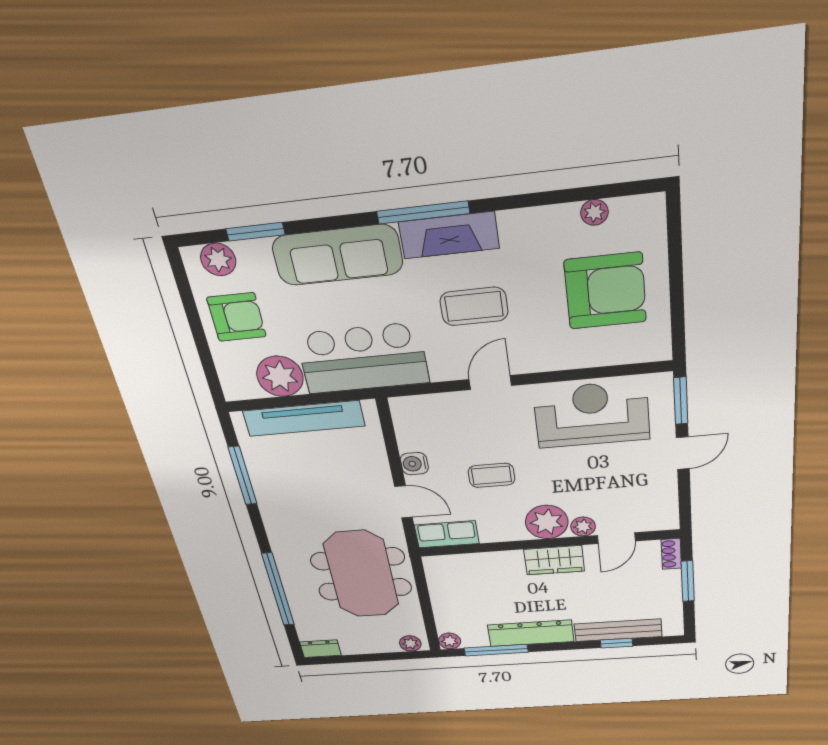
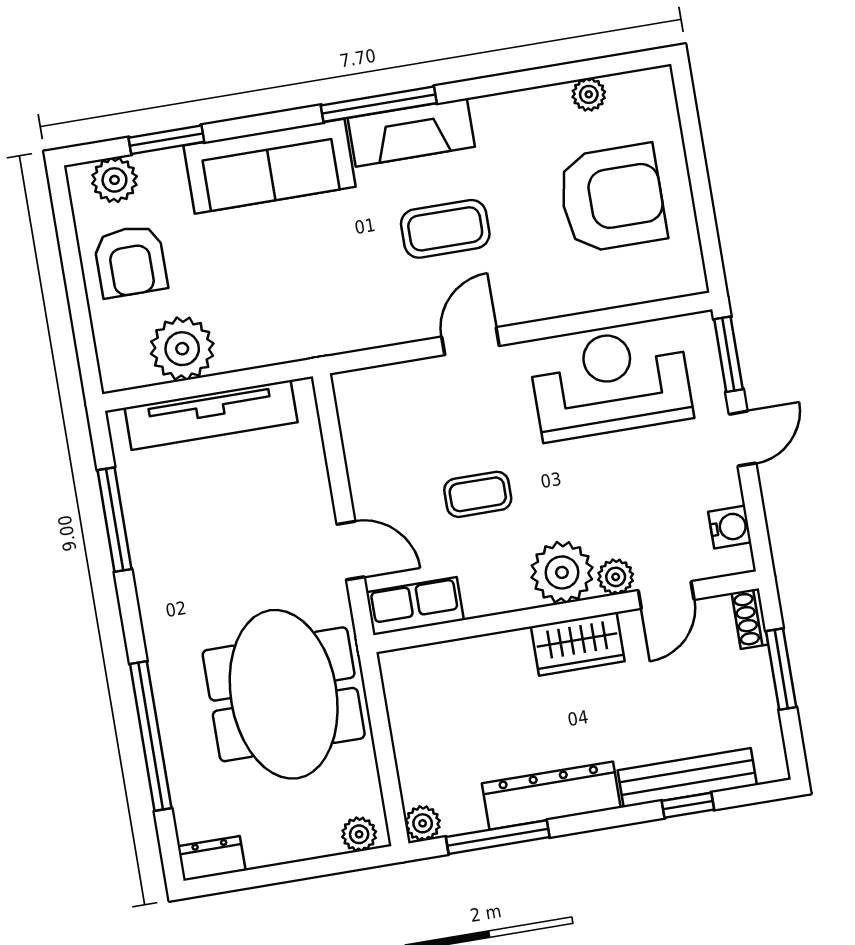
armchair: (237, 317) -> (130, 261), turned 90
bar counter: (363, 358) -> (297, 314), removed
water cooler: (414, 464) -> (730, 527), moved, turned 180

